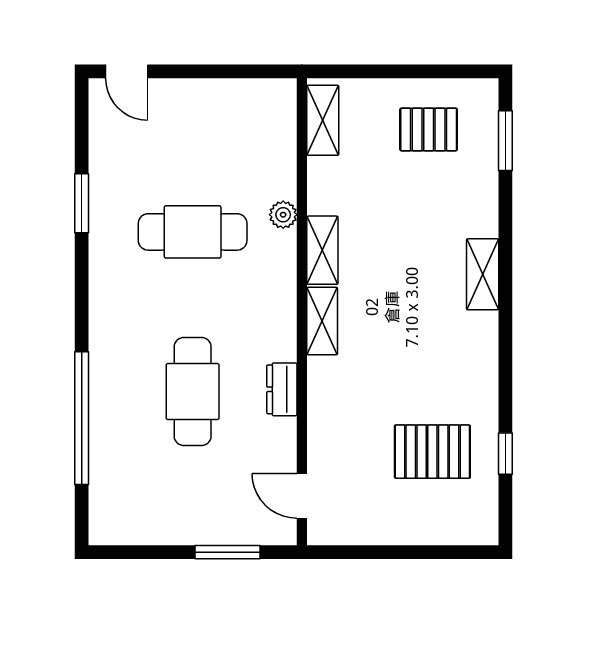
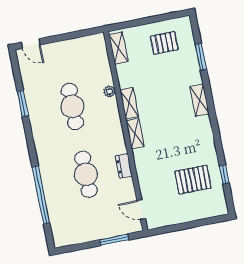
window: (505, 141) -> (201, 57), moved
cafe table: (193, 232) -> (72, 106), turned 90

